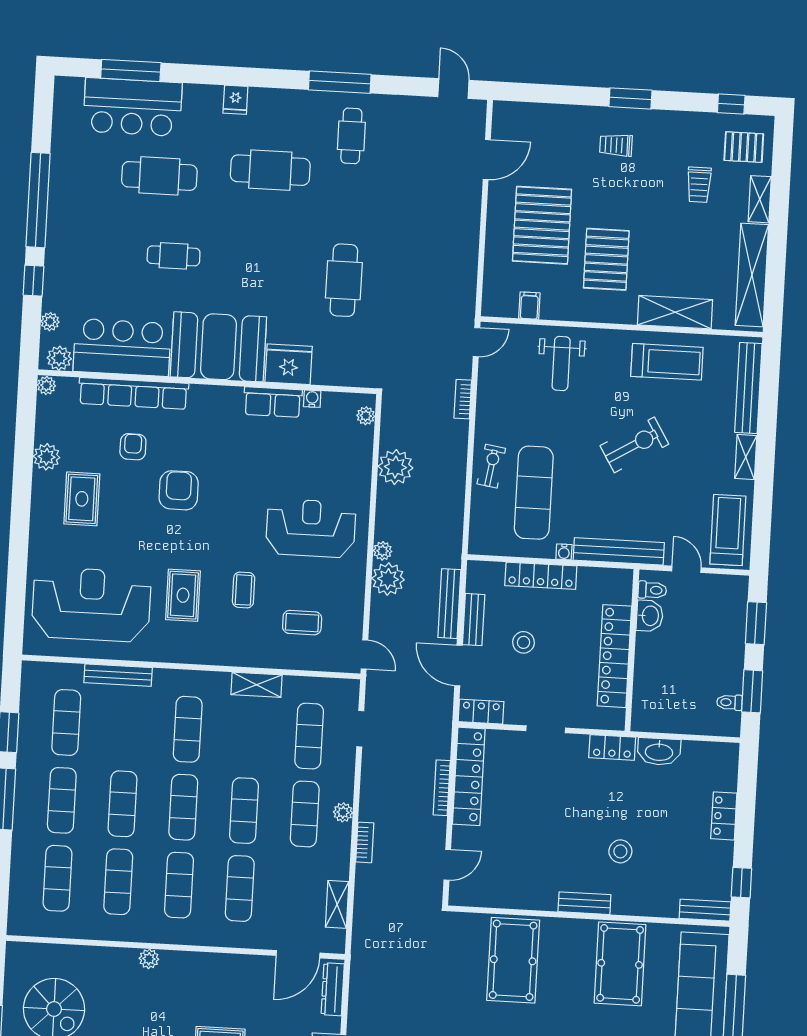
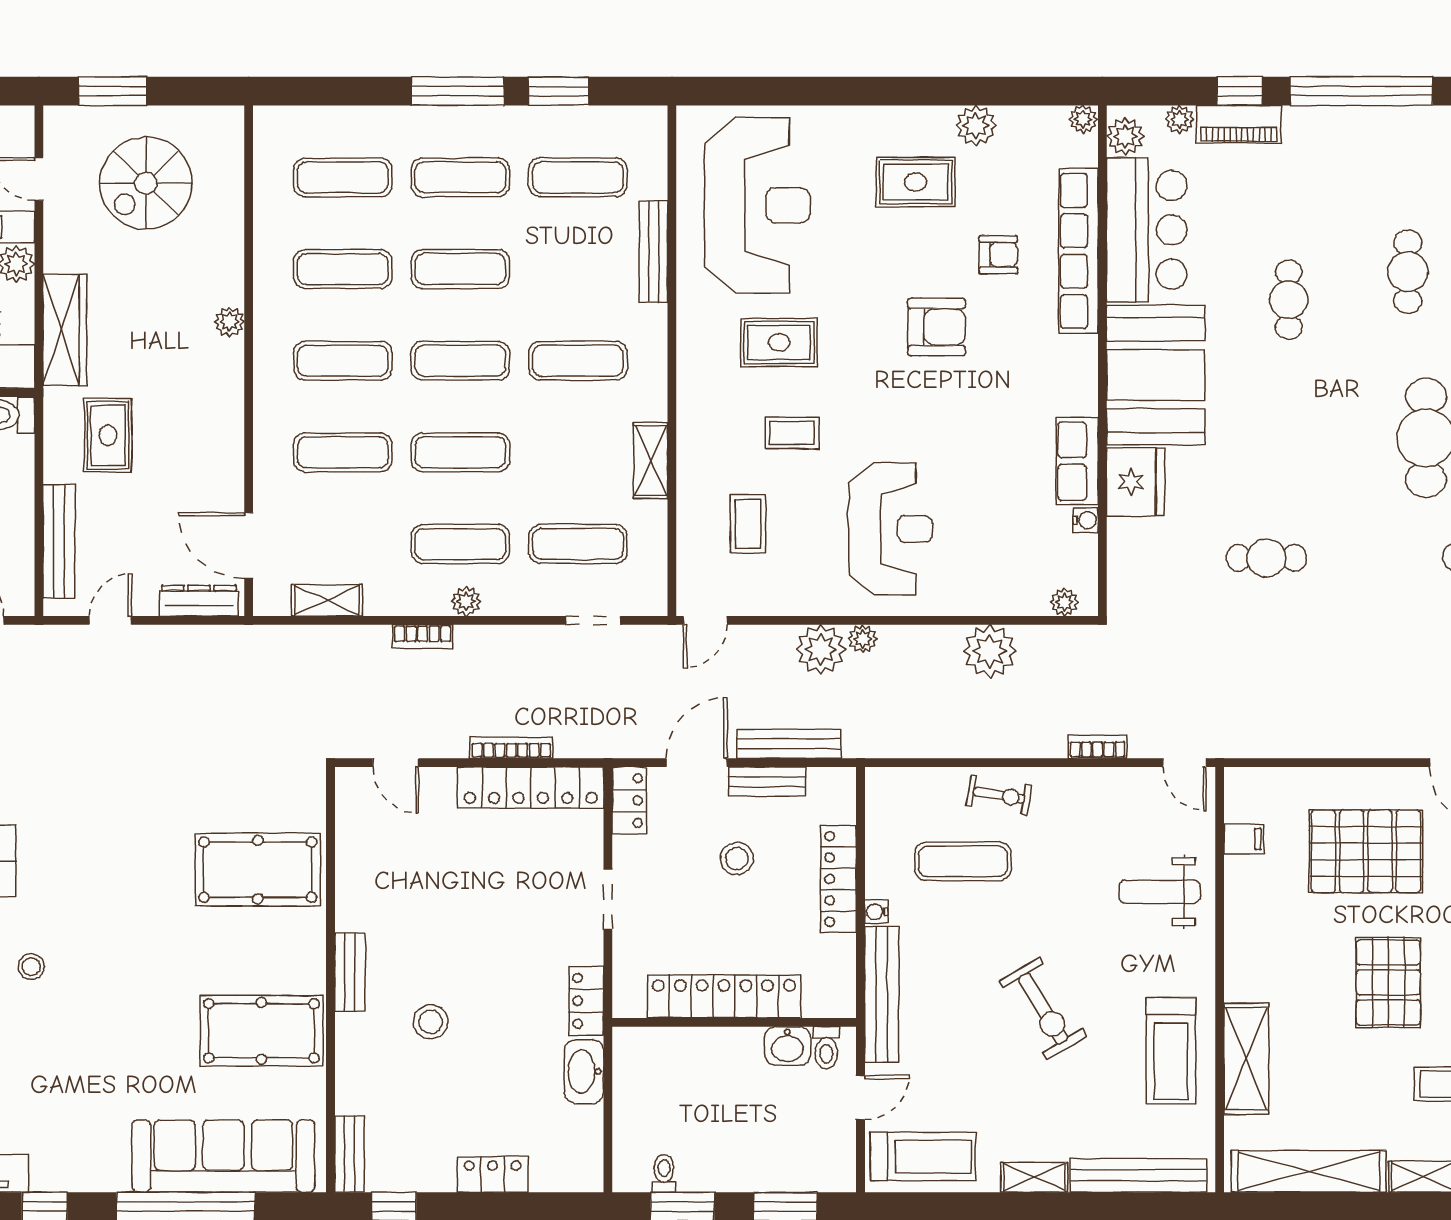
cafe table: (159, 176) -> (1408, 272), width x0.73, depth x0.74
pallet: (606, 259) -> (1388, 982), moved, turned 90
cafe table: (344, 280) -> (1266, 558), width x0.73, depth x0.74
piano: (55, 283) -> (1239, 124), added
exercise mat: (534, 493) -> (963, 861), width x0.73, depth x0.69

